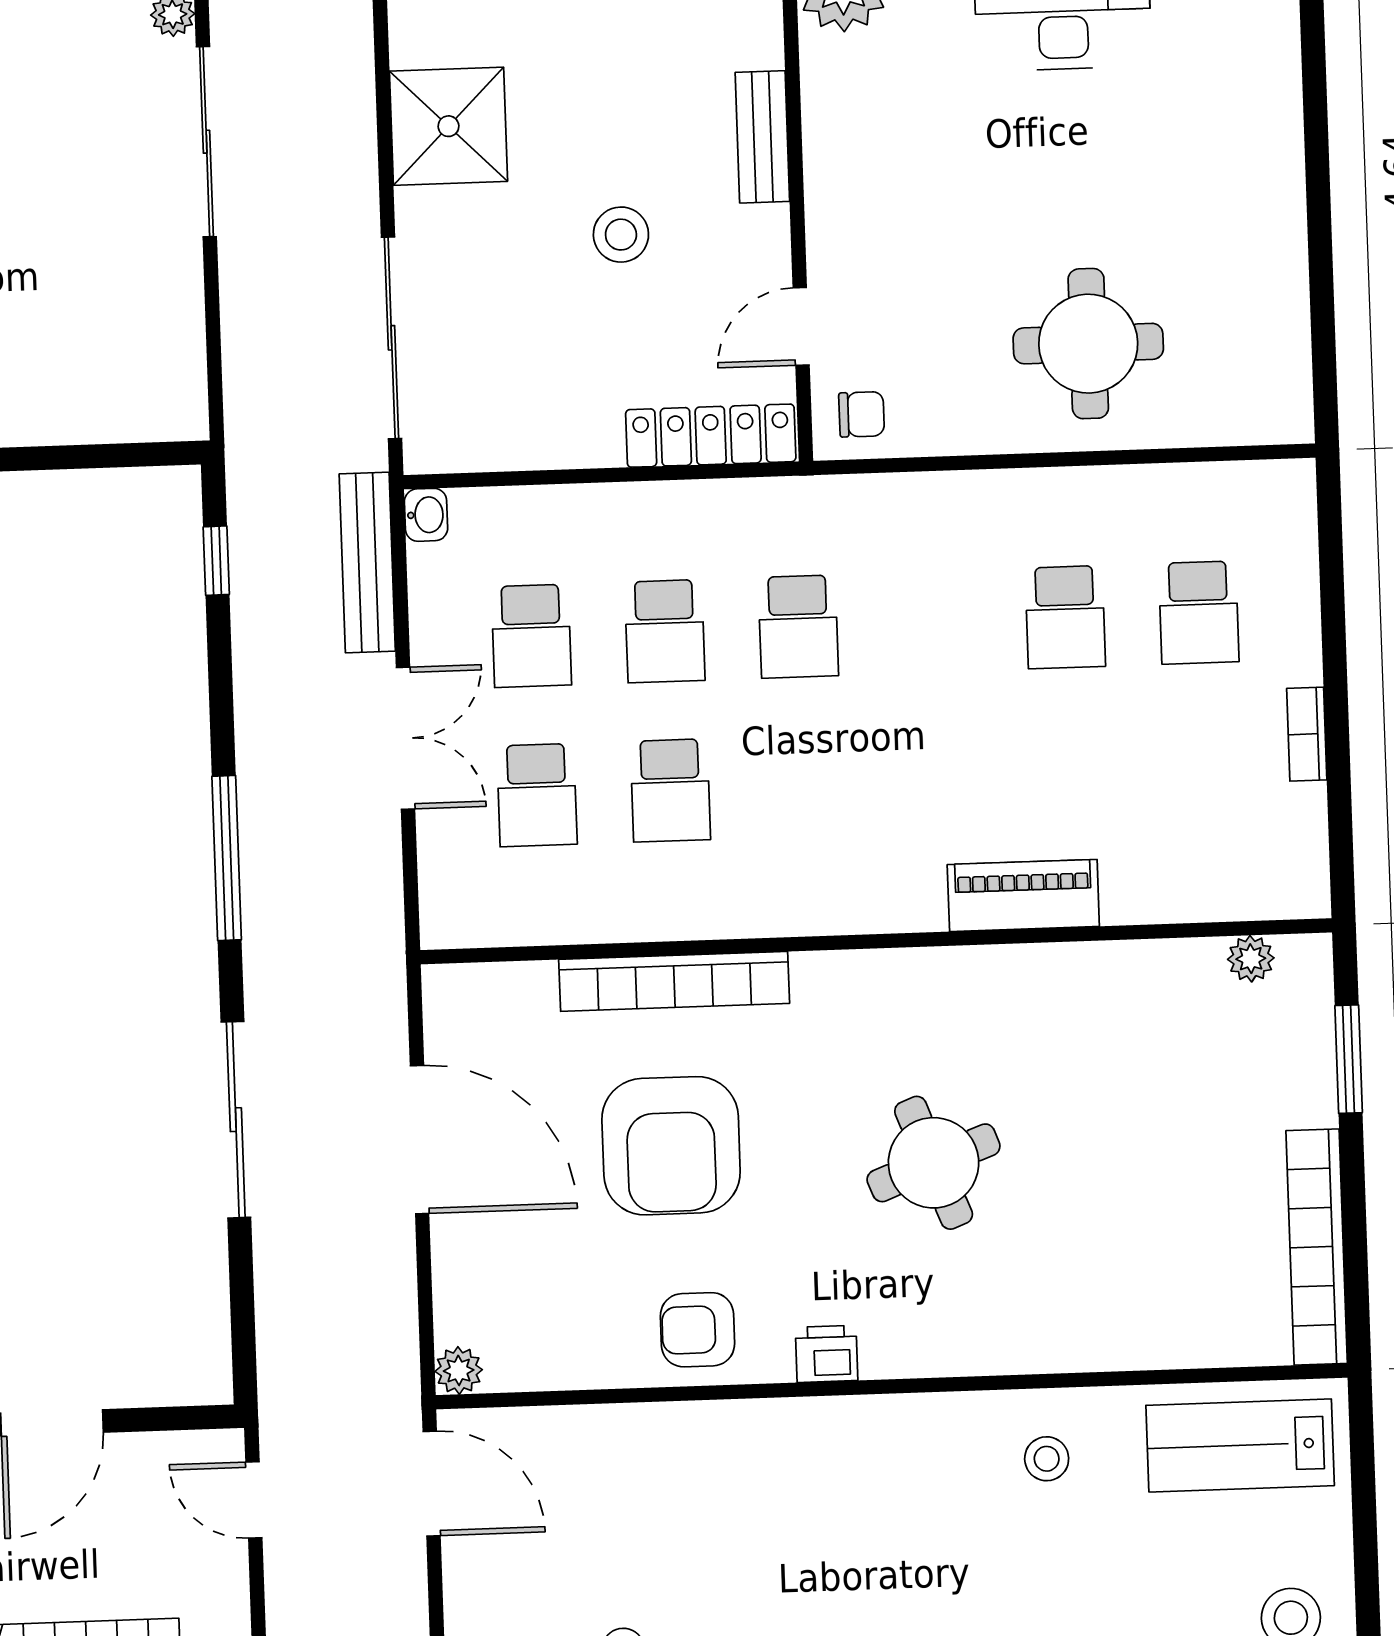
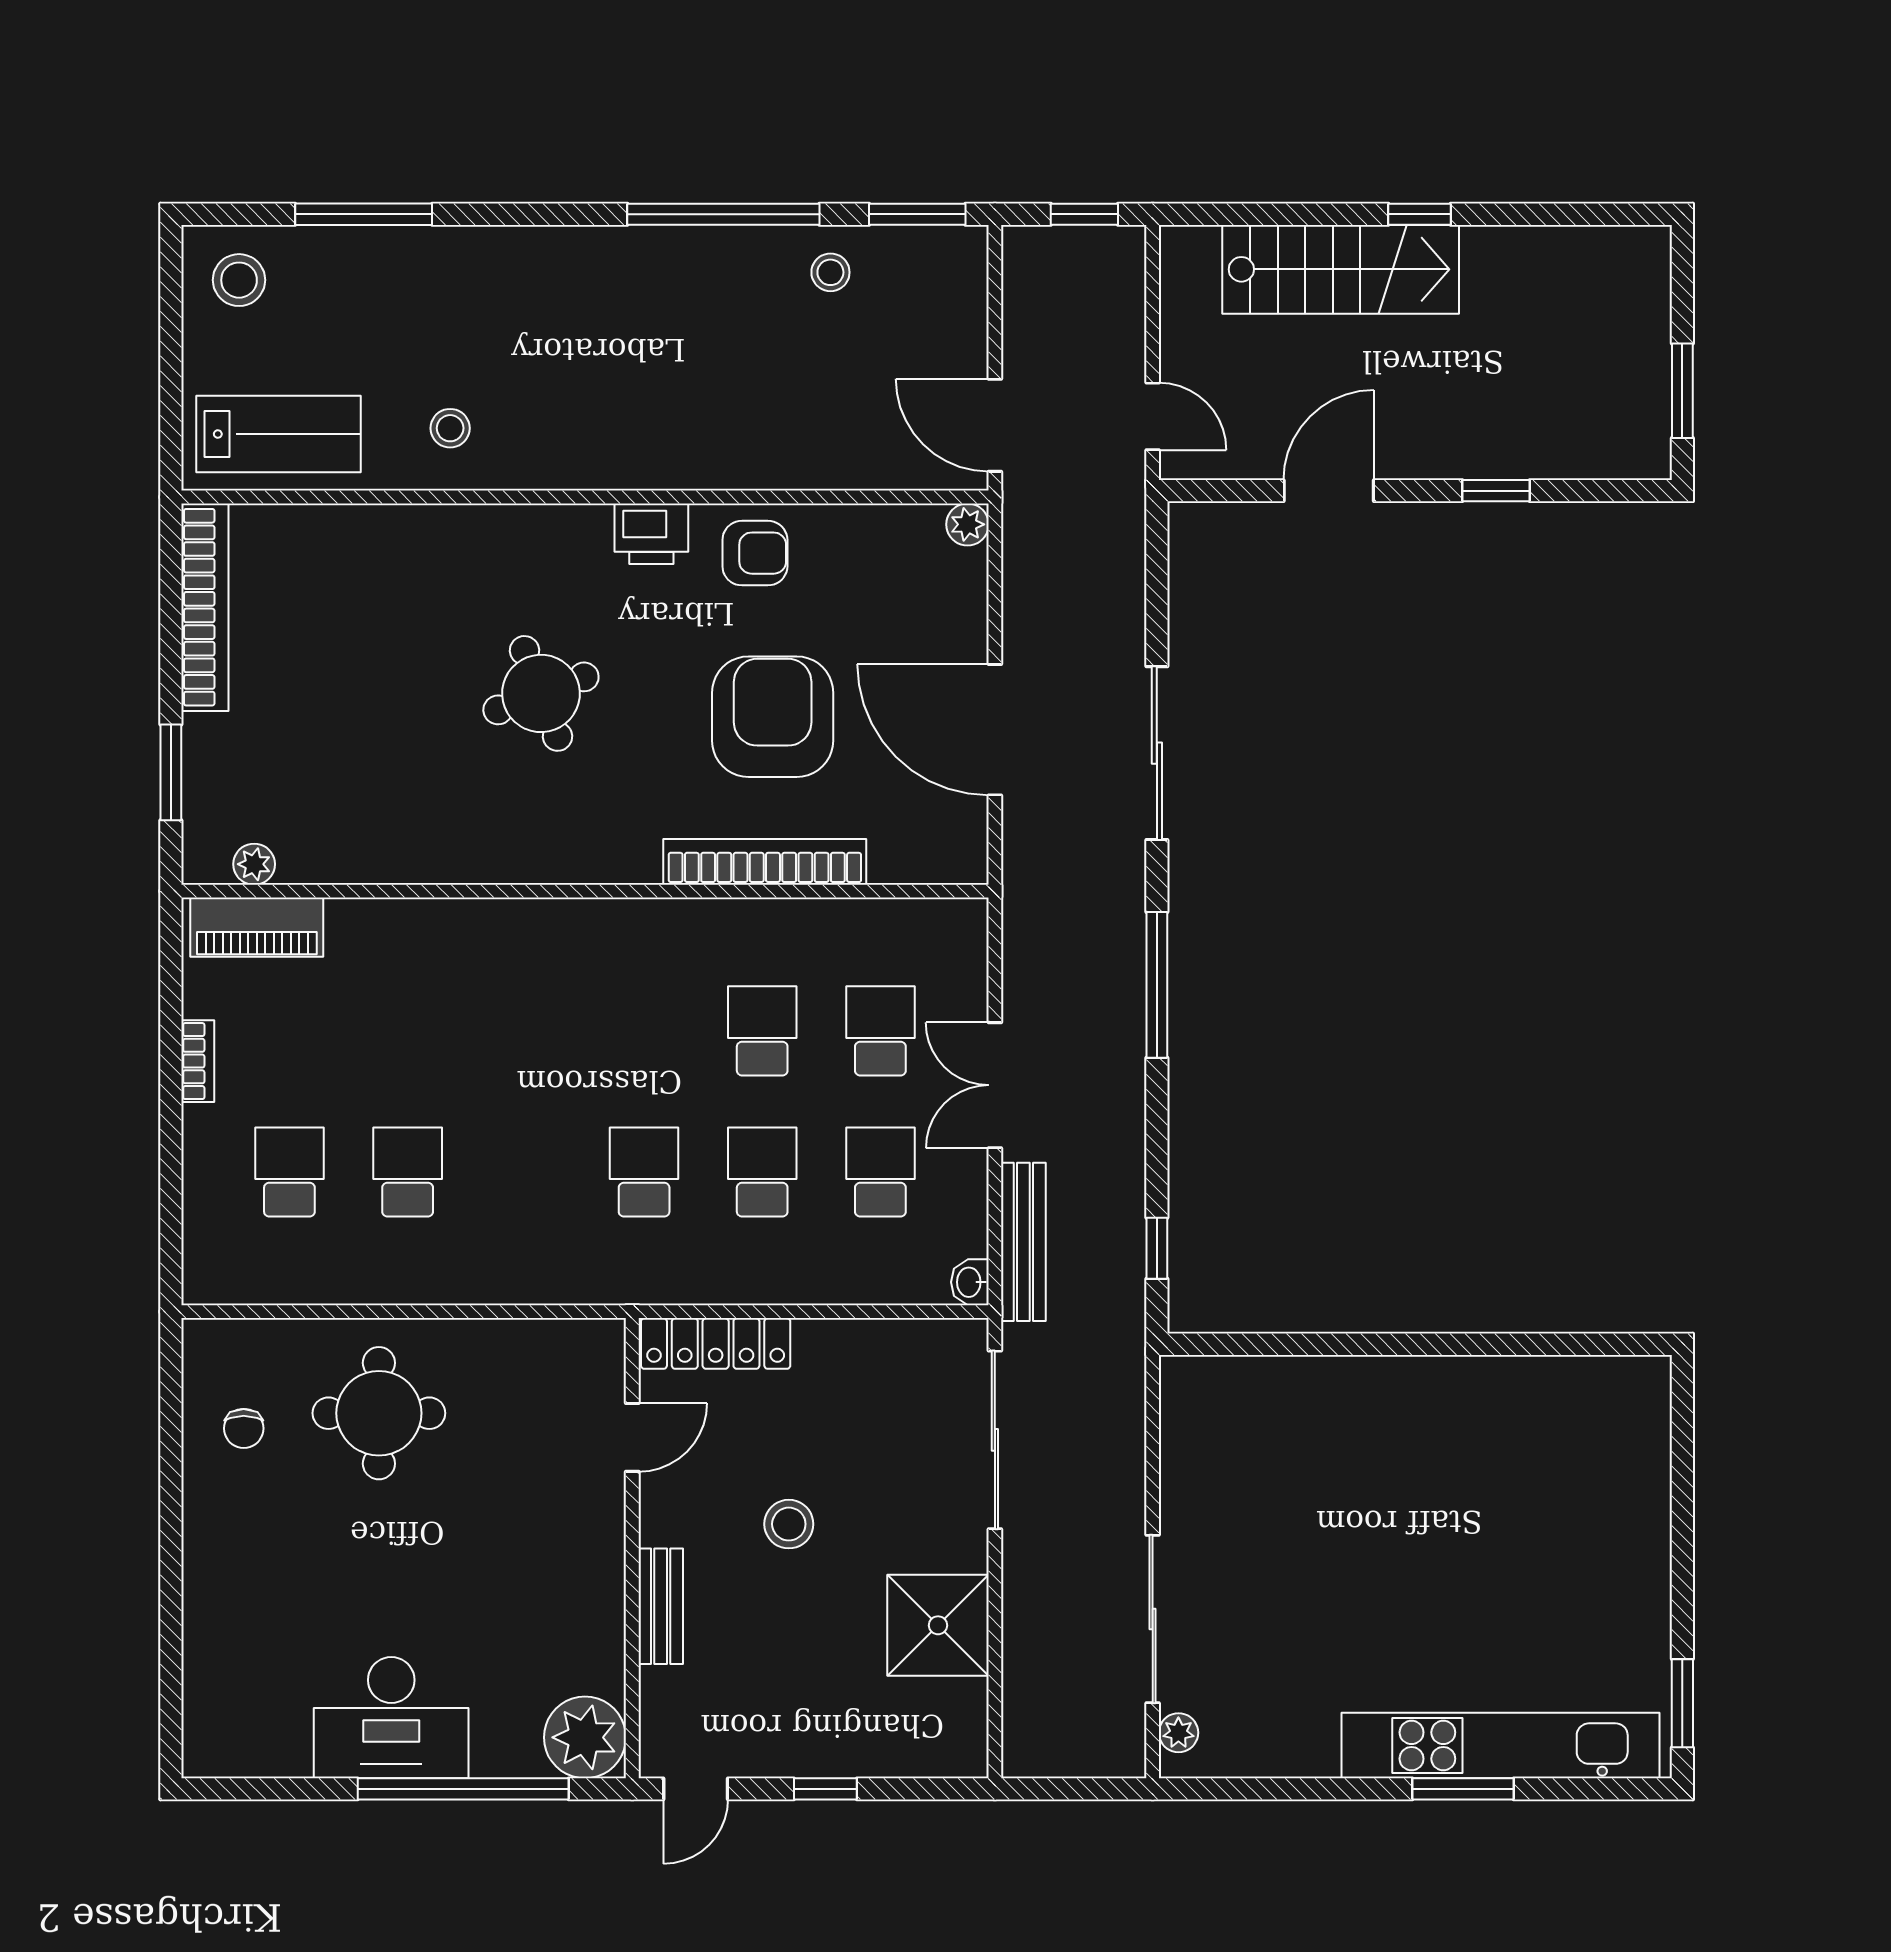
chair: (862, 414) -> (244, 1428), moved, turned -90
piano: (1023, 895) -> (257, 927), moved
printer: (827, 1354) -> (651, 534), width x1.36, depth x1.24

